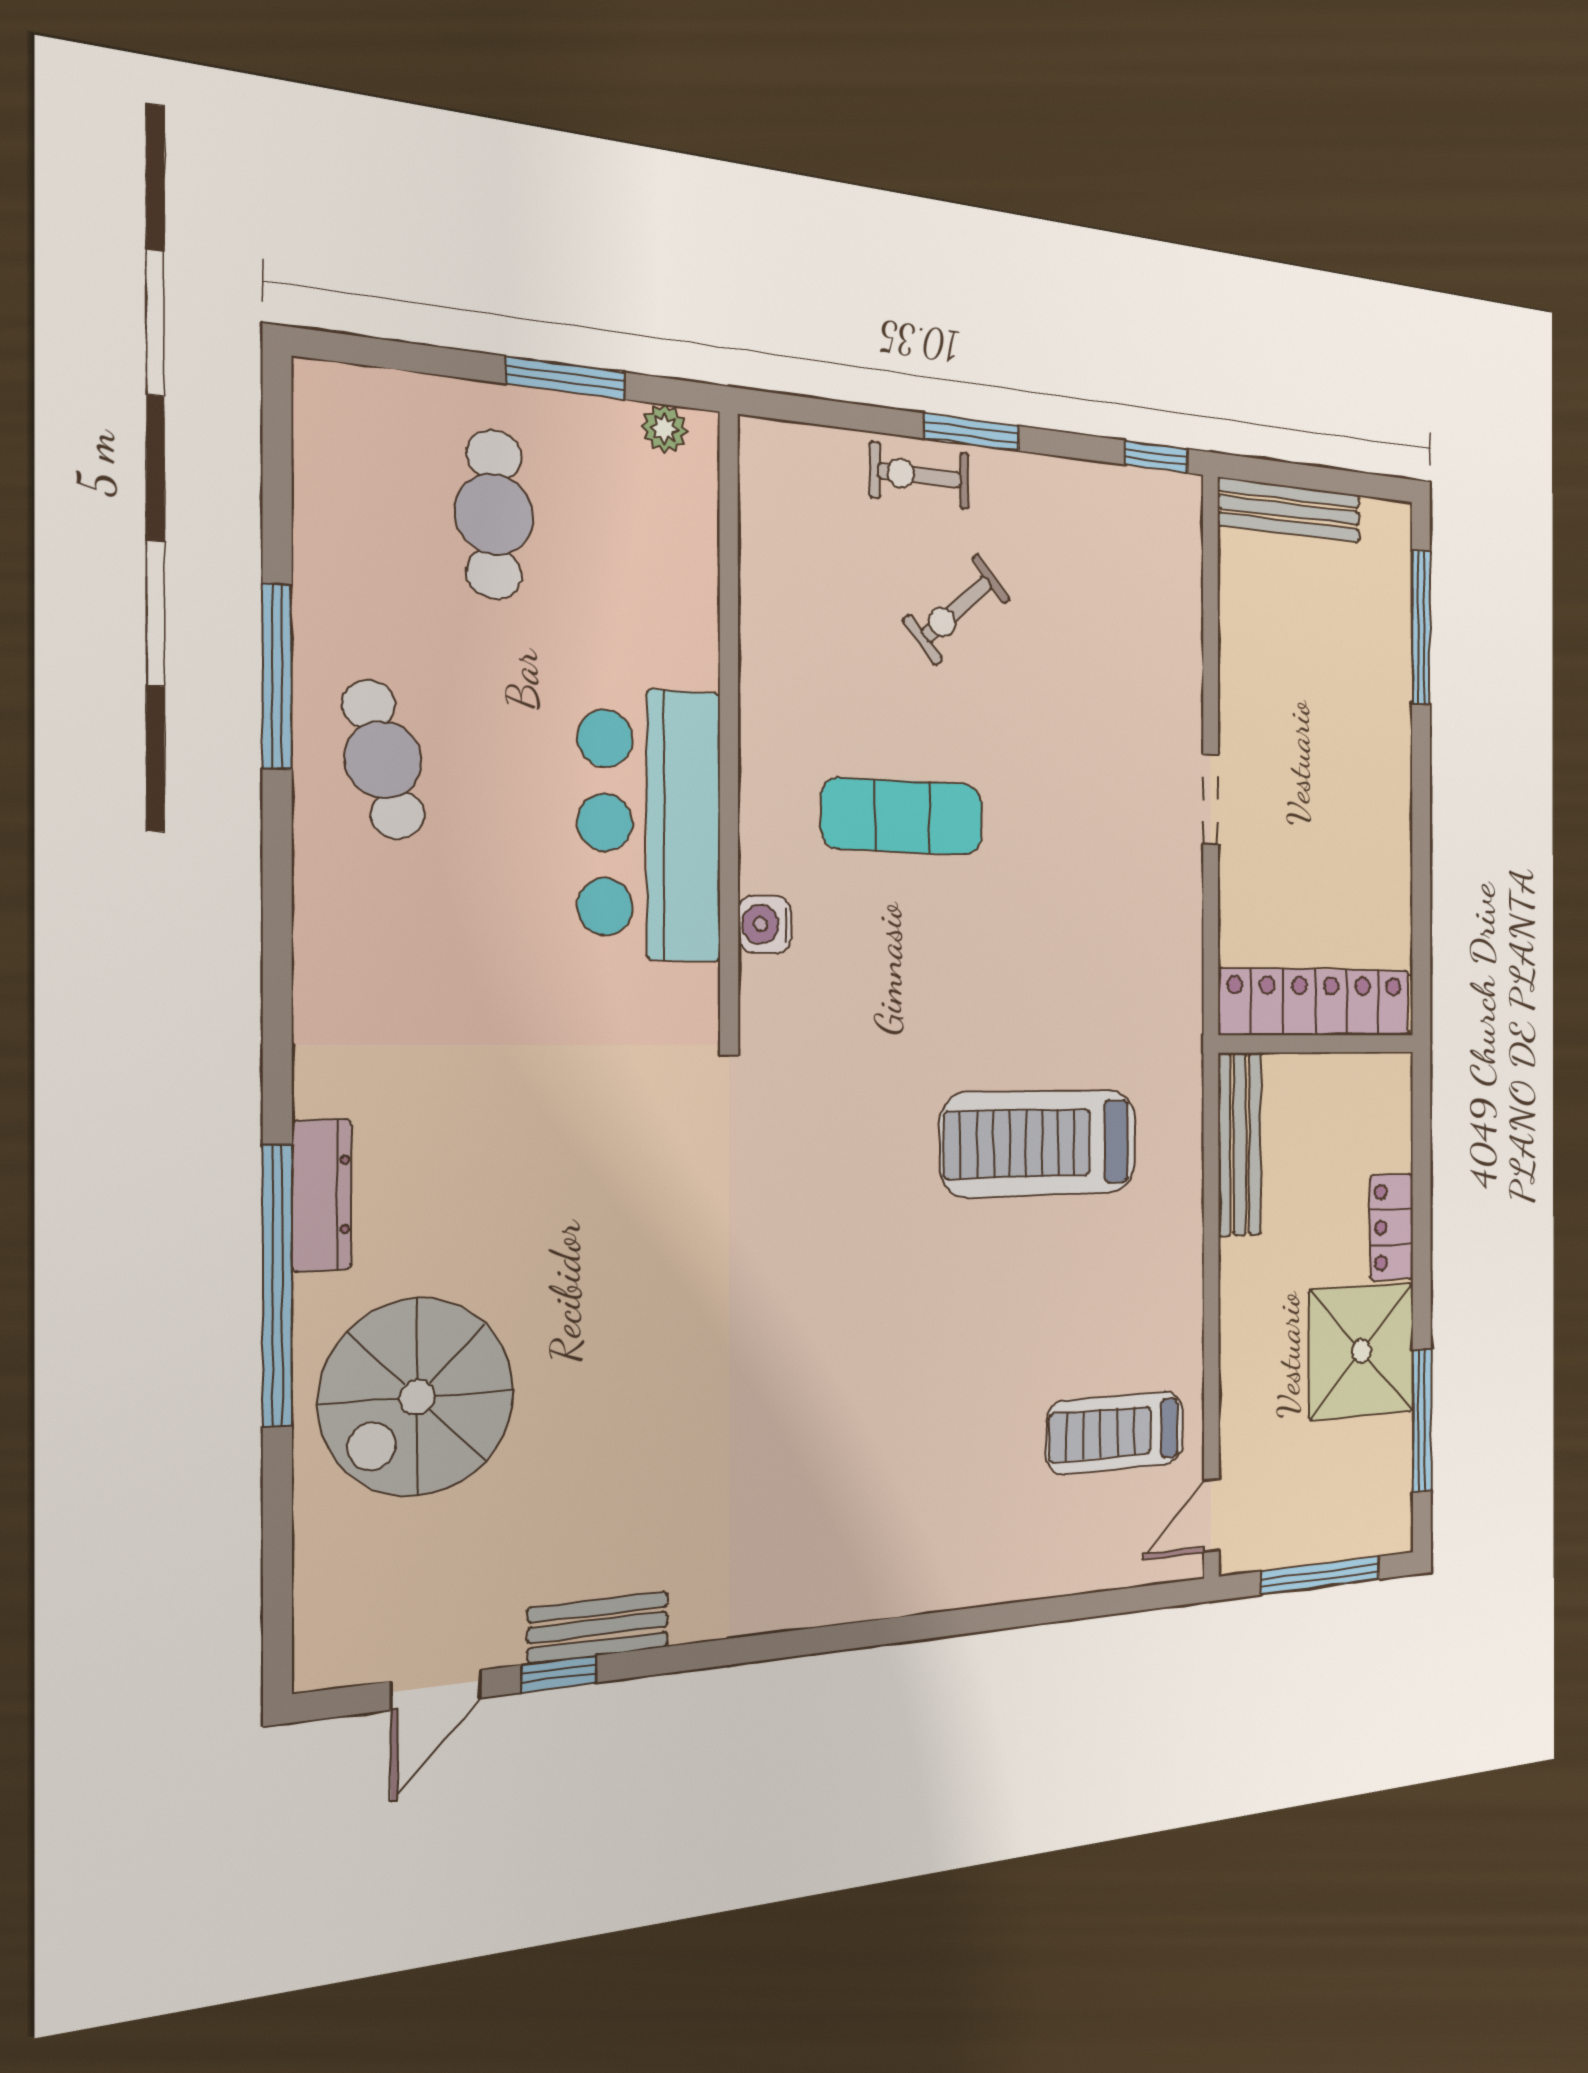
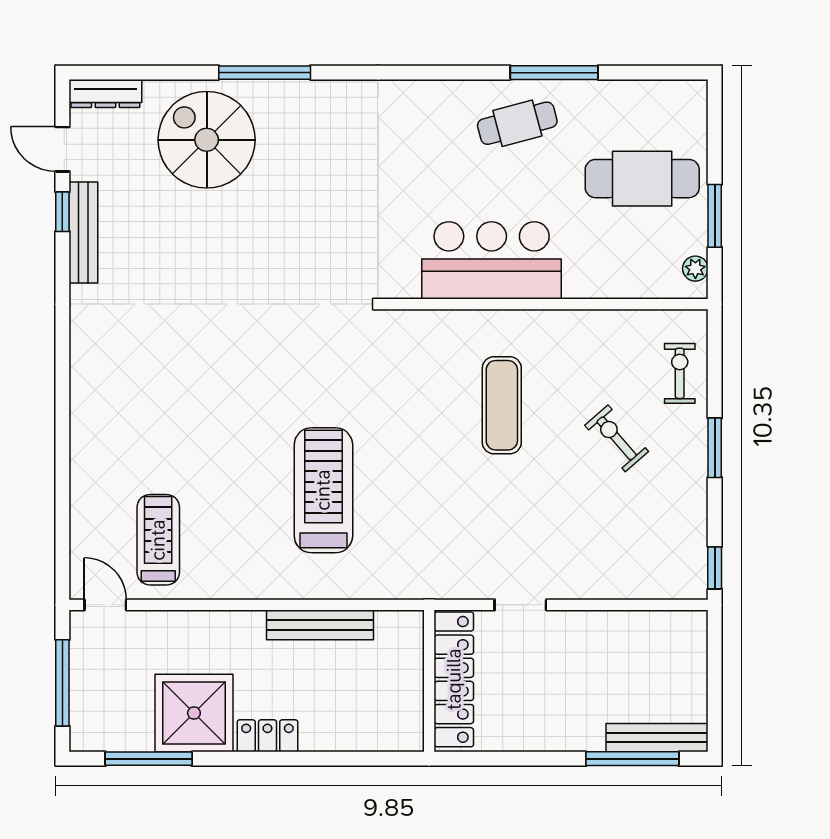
exercise bike: (920, 475) -> (680, 373), moved
bench: (1290, 510) -> (657, 738), moved, turned 90
cafe table: (494, 514) -> (642, 179), width x1.37, depth x1.35
water cooler: (765, 924) -> (442, 324), removed
locker: (1315, 1002) -> (454, 679), moved
wall: (1318, 1044) -> (429, 681), moved
dresser: (322, 1195) -> (105, 93), moved
window: (277, 1285) -> (265, 73), width x0.68
bench: (598, 1627) -> (83, 232), width x1.36

